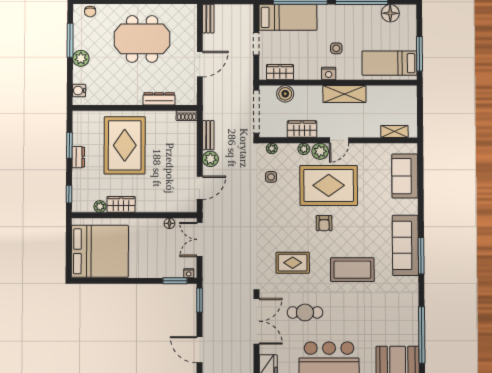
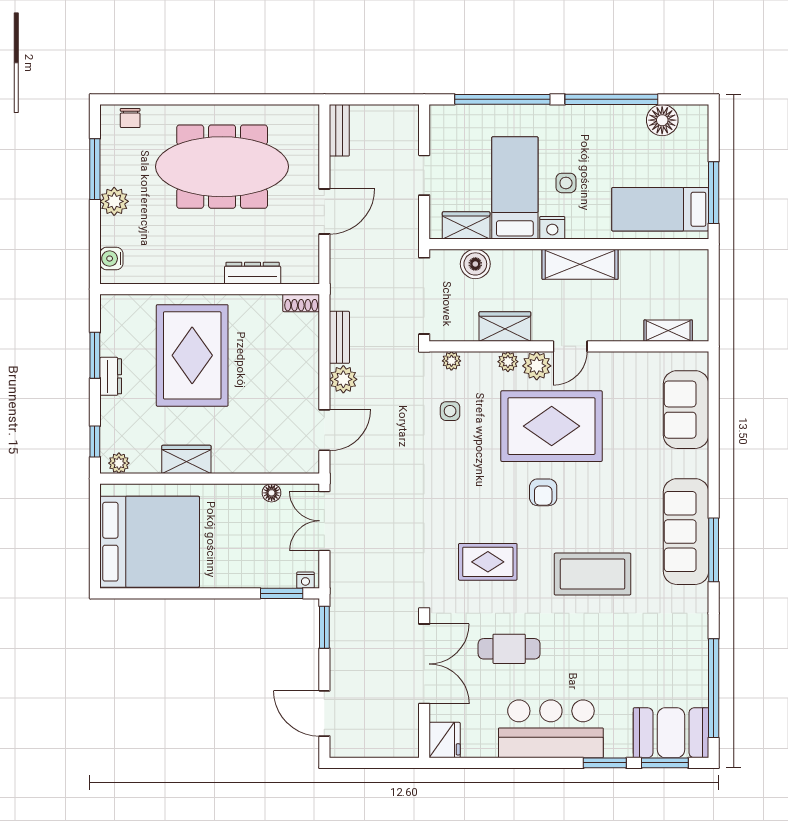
bed: (288, 17) -> (515, 188), moved, turned -90
meeting table: (142, 39) -> (222, 167), width x1.36
plant: (100, 206) -> (119, 463), moved

